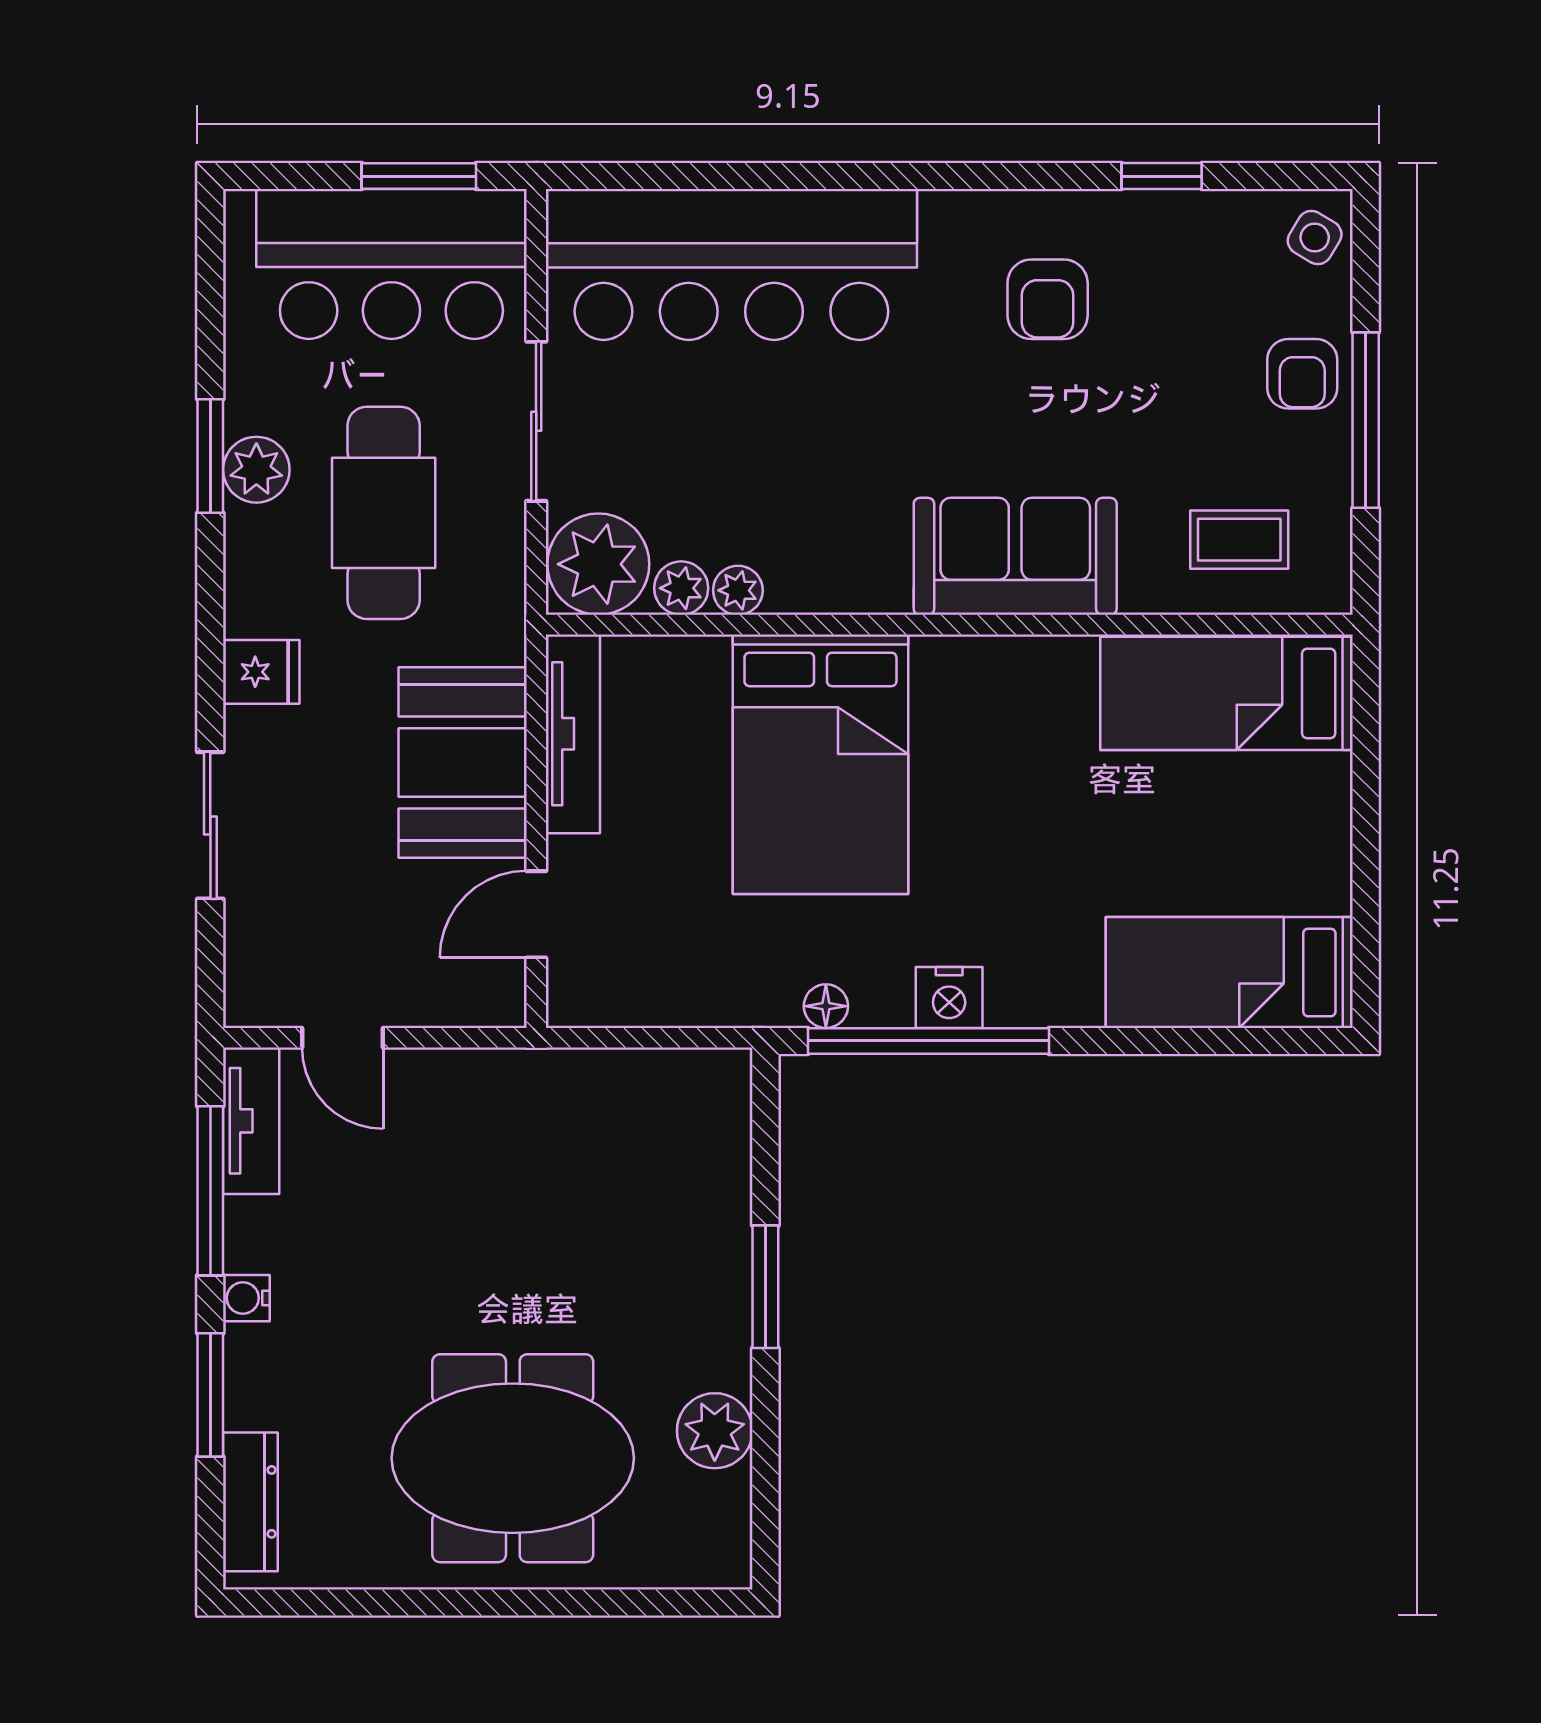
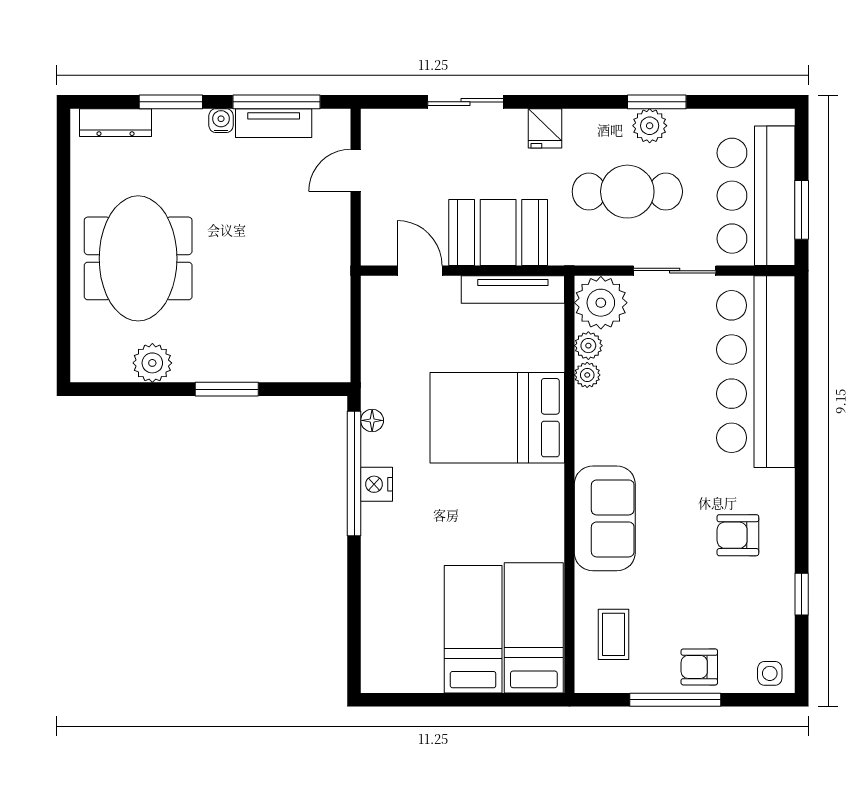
side table: (1315, 238) -> (770, 673), turned -31
bed: (1229, 972) -> (473, 629), moved
tv unit: (251, 1121) -> (274, 123), moved

